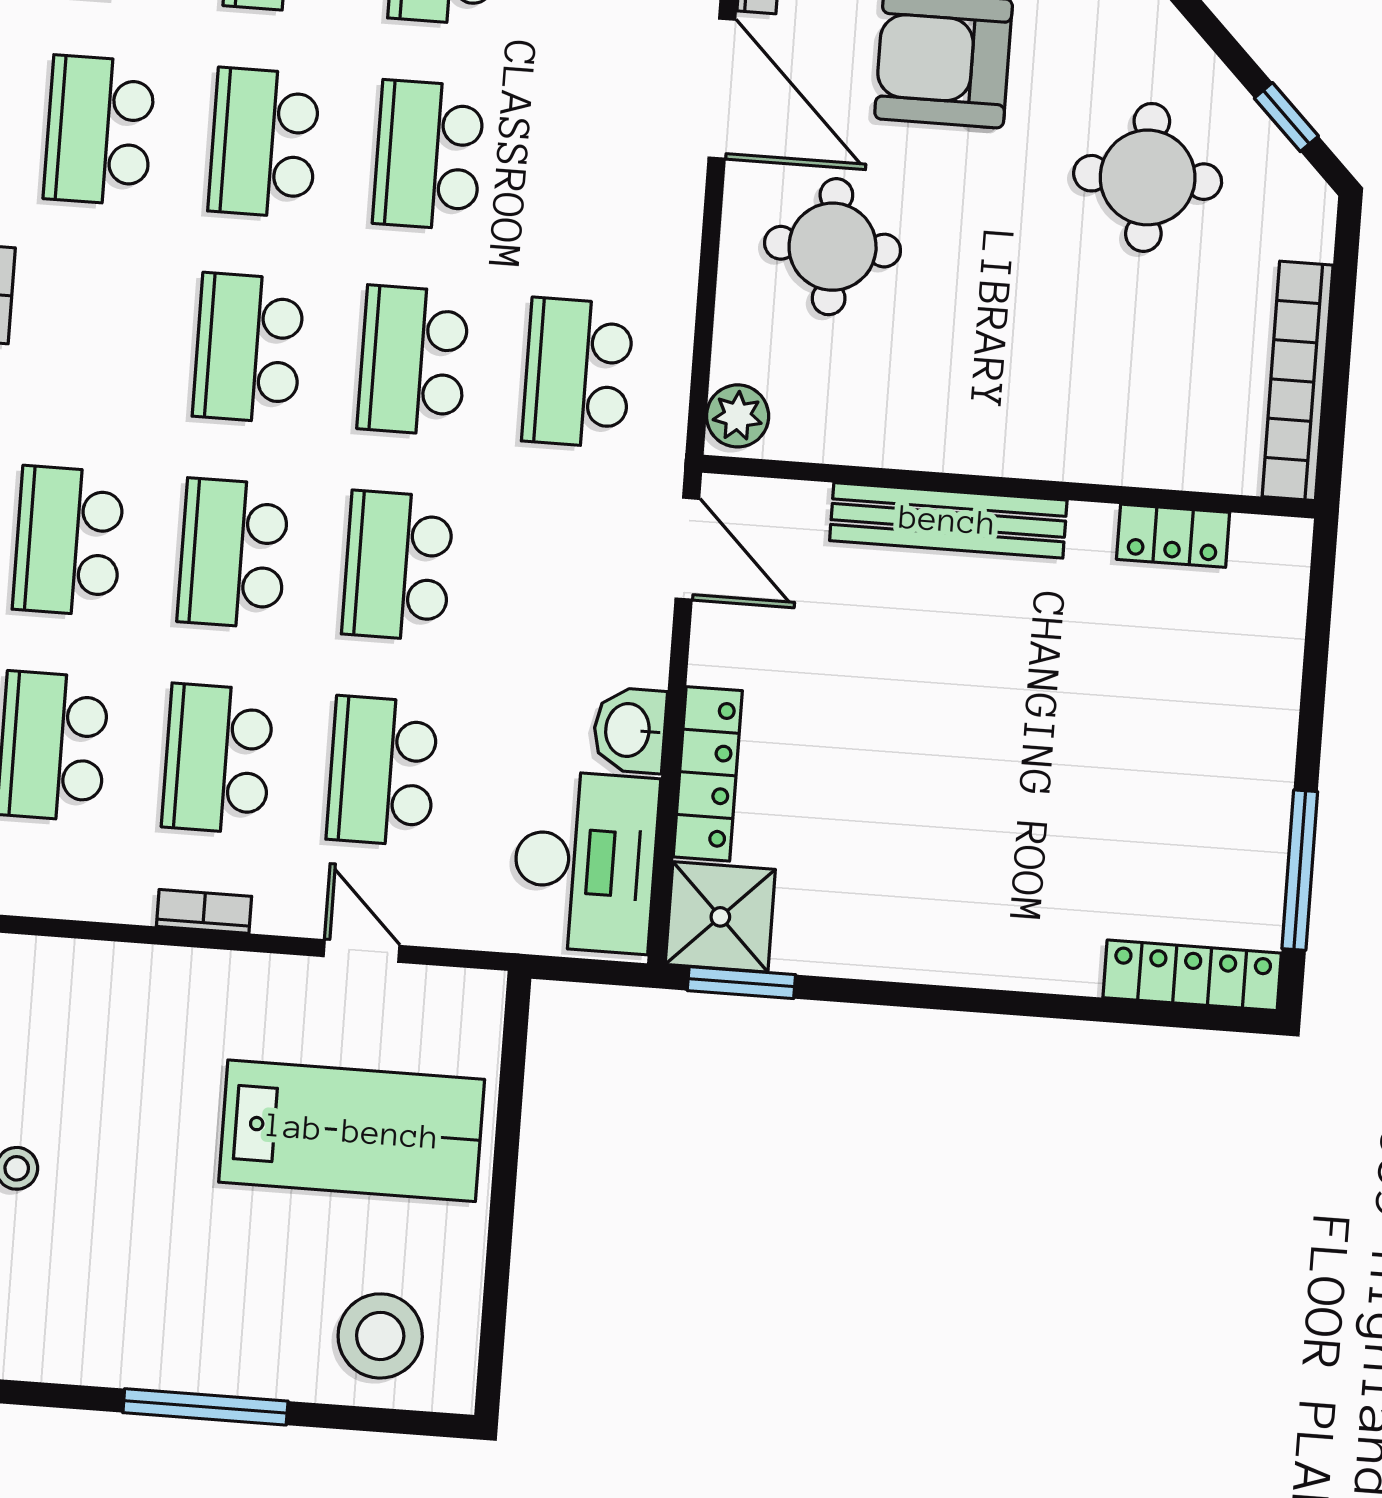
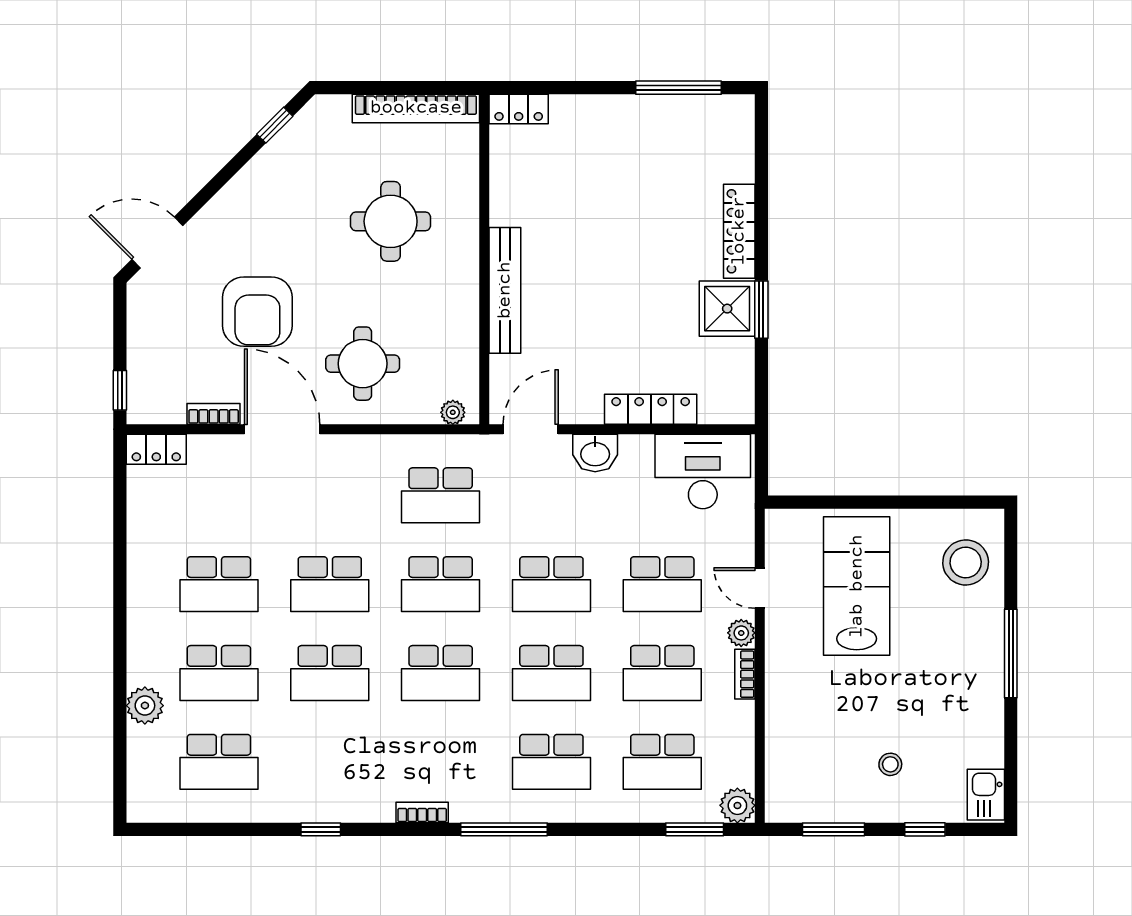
door: (722, 89) -> (282, 429), hinge flipped
school desk: (99, 130) -> (330, 762), removed
round table: (1148, 177) -> (391, 221), moved
plant: (738, 416) -> (453, 412), width x0.73, depth x0.73
locker: (1173, 536) -> (519, 109), moved, turned 90
washbasin: (630, 730) -> (595, 453), moved
plant: (281, 910) -> (741, 633), added
shower: (720, 917) -> (727, 309), moved
door: (361, 951) -> (760, 588), hinge flipped
locker: (1192, 975) -> (739, 231), moved
window: (741, 983) -> (761, 310), moved

